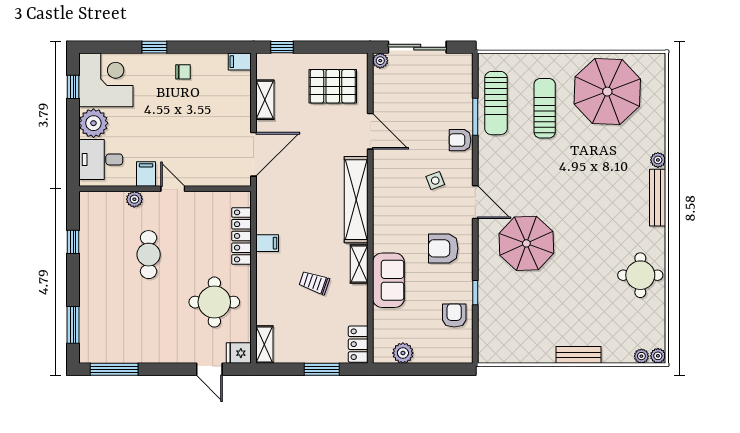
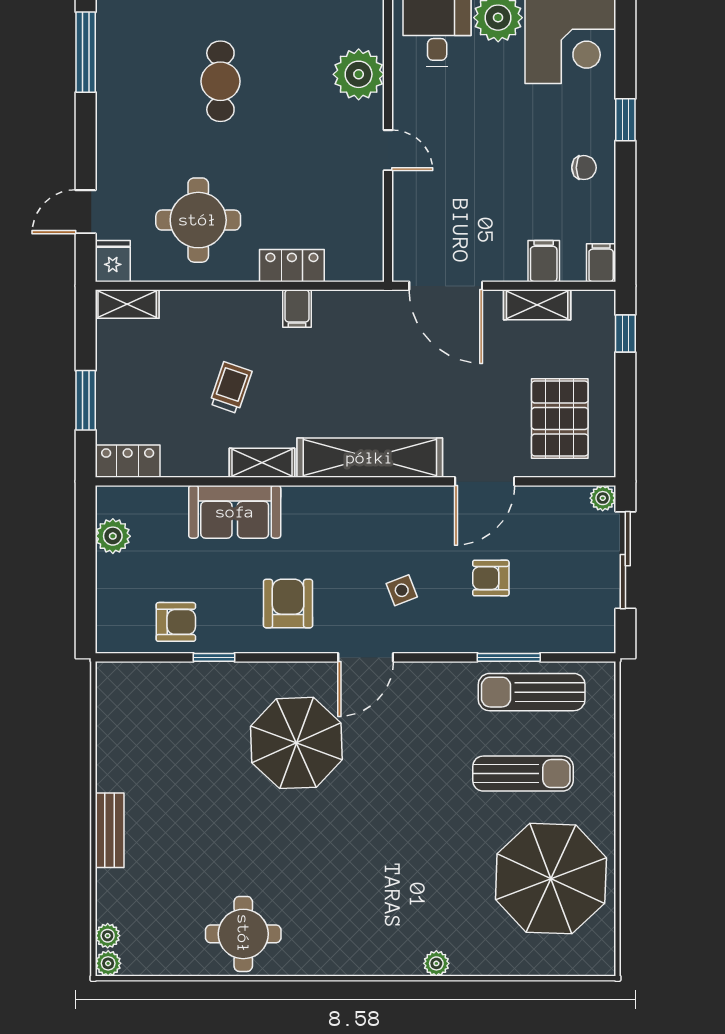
chair: (183, 72) -> (584, 168), turned -90
armchair: (460, 140) -> (491, 578), moved, turned -90
filing cabinet: (146, 174) -> (544, 261), moved, turned -90
door: (173, 189) -> (388, 150), hinge flipped
bench: (658, 198) -> (373, 963), removed
plant: (134, 199) -> (359, 74), width x1.87, depth x1.87
locker: (242, 236) -> (292, 266), width x0.66
cafe table: (149, 255) -> (220, 81), moved, turned 90

